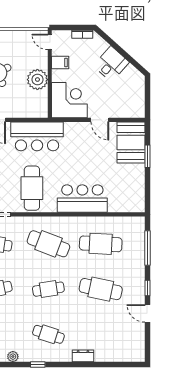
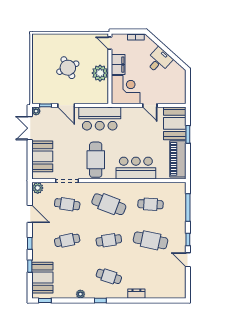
filing cabinet: (60, 62) -> (118, 65), width x2.00
piano: (135, 187) -> (178, 159), added
cafe table: (101, 244) -> (151, 204), width x0.73, depth x0.74

